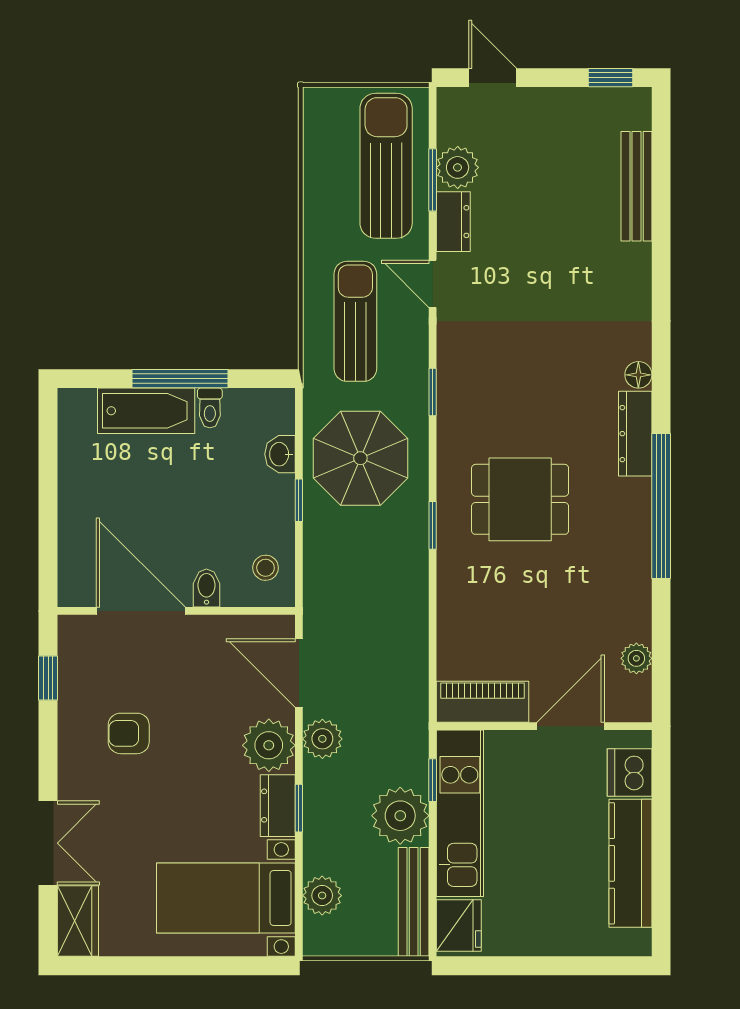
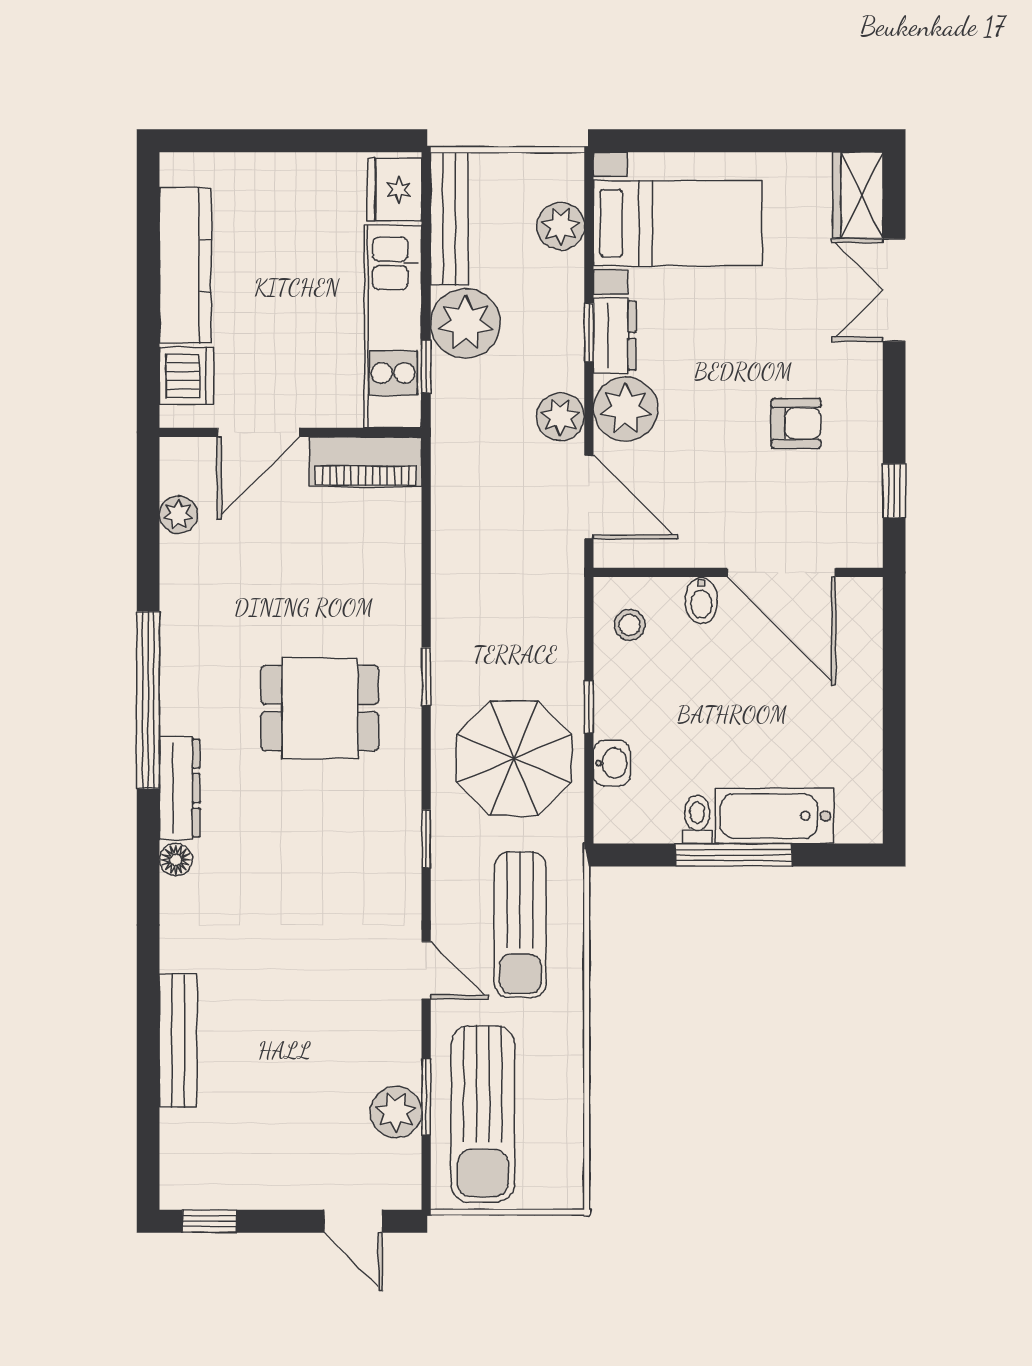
bench: (637, 186) -> (178, 1040), moved
dresser: (453, 222) -> (401, 1046), removed

